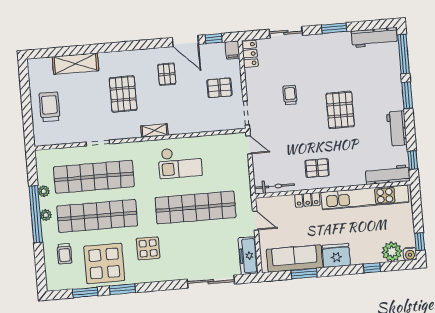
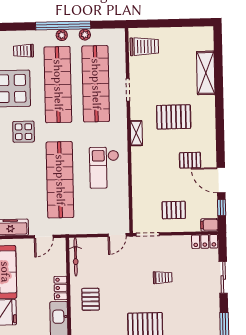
door: (185, 41) -> (221, 180), hinge flipped
pallet: (219, 88) -> (174, 210), turned 90
trolley: (50, 107) -> (144, 47), moved
shelving: (154, 131) -> (136, 133), moved

